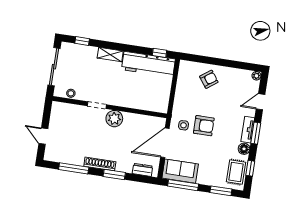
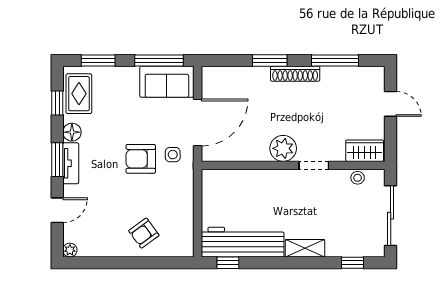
wardrobe: (64, 109) -> (365, 151), added
dresser: (142, 170) -> (227, 75), removed

